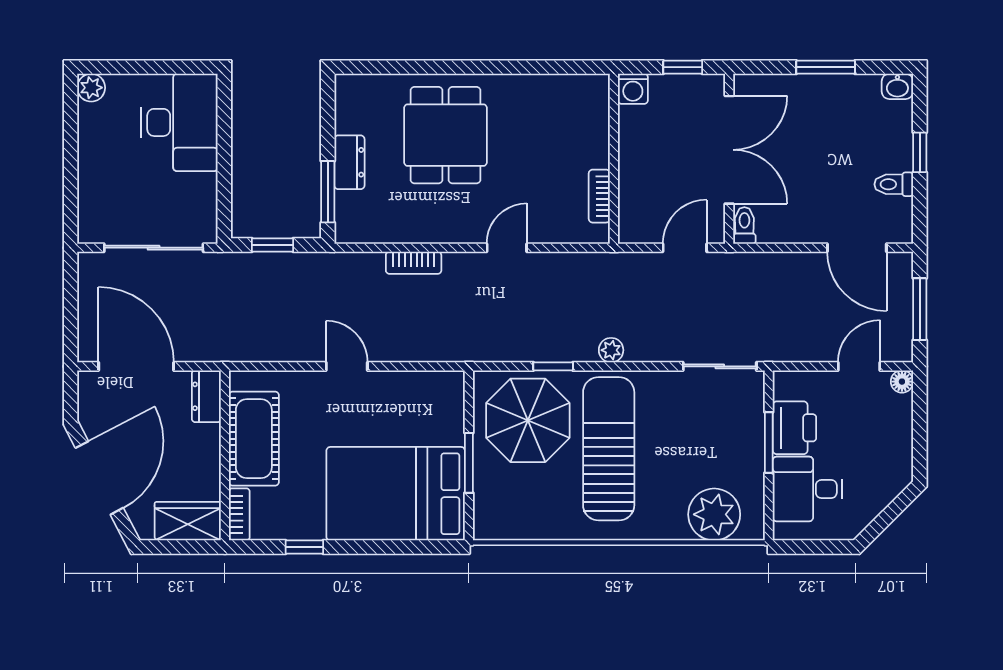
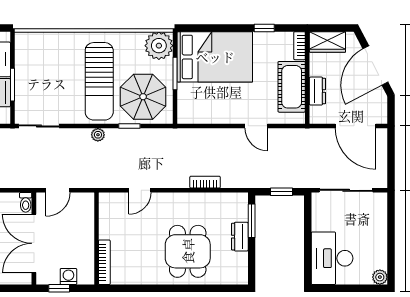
washing machine: (633, 89) -> (68, 276), moved
bookcase: (599, 196) -> (104, 262), moved, width x1.56
door: (507, 248) -> (140, 190), moved
door: (347, 366) -> (256, 126), moved
dresser: (206, 396) -> (317, 91), moved
plant: (714, 514) -> (159, 46), moved

